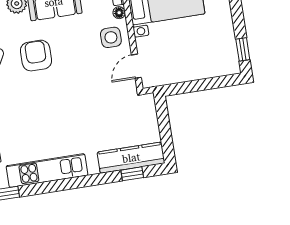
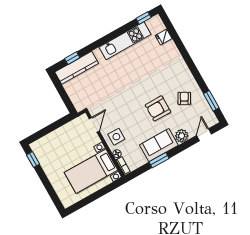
armchair: (36, 56) -> (158, 108), turned 90

